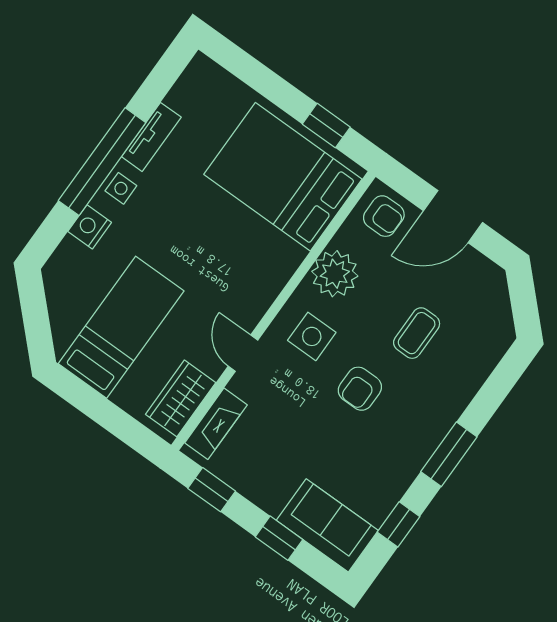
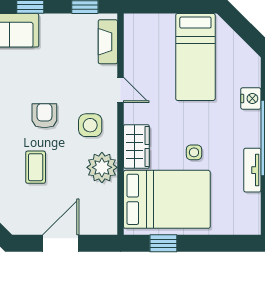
side table: (121, 188) -> (194, 152), moved
armchair: (384, 216) -> (98, 217), removed
wardrobe: (181, 398) -> (136, 146), moved

